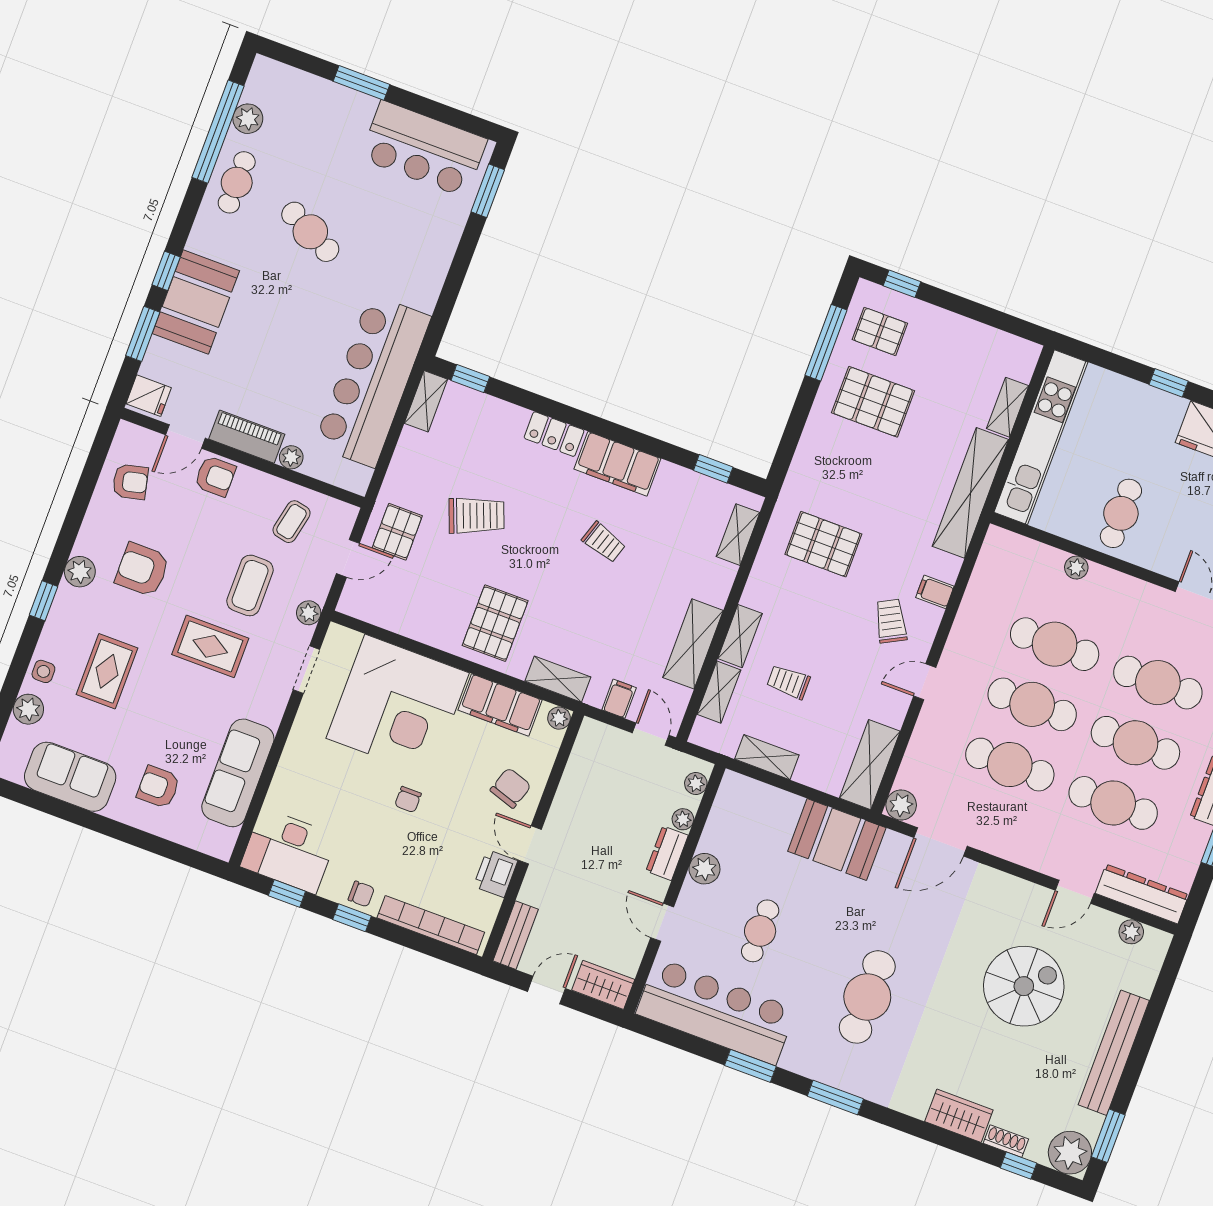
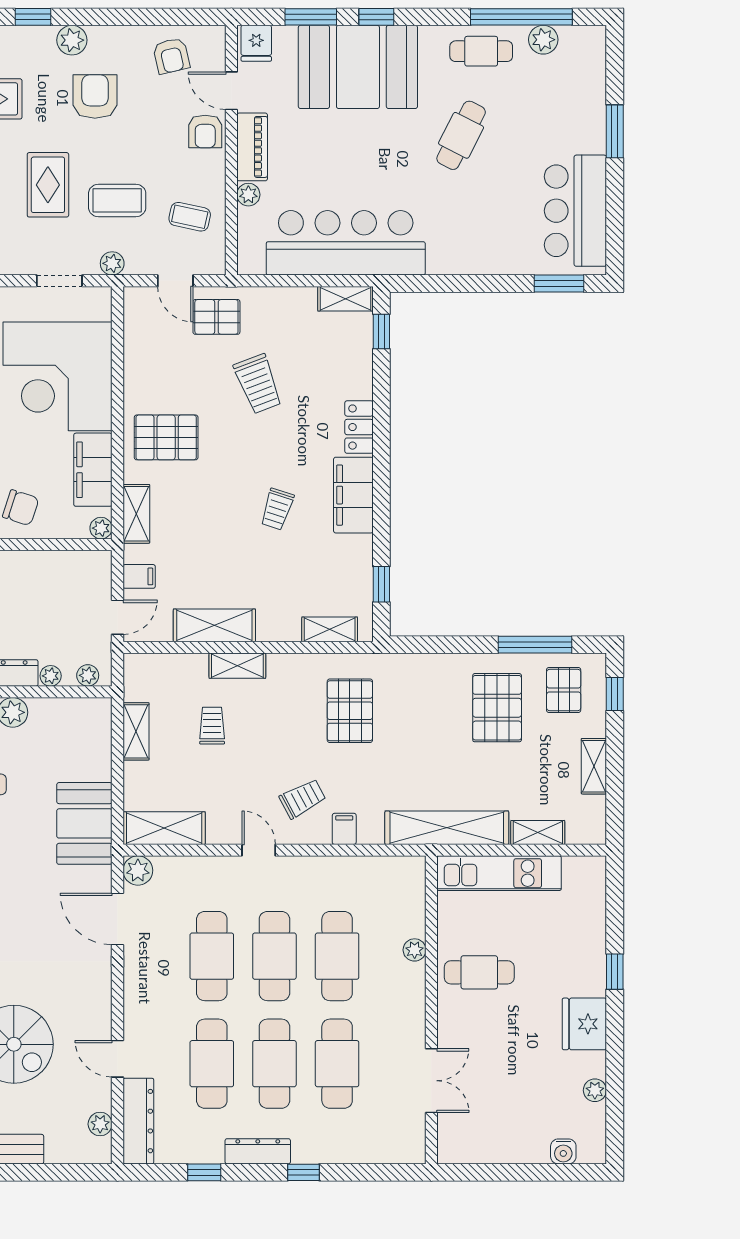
booth: (196, 302) -> (358, 67), width x1.36, depth x1.42
kitchen unit: (1041, 437) -> (499, 873), width x0.73
shelving: (719, 692) -> (594, 766), moved, turned 90

